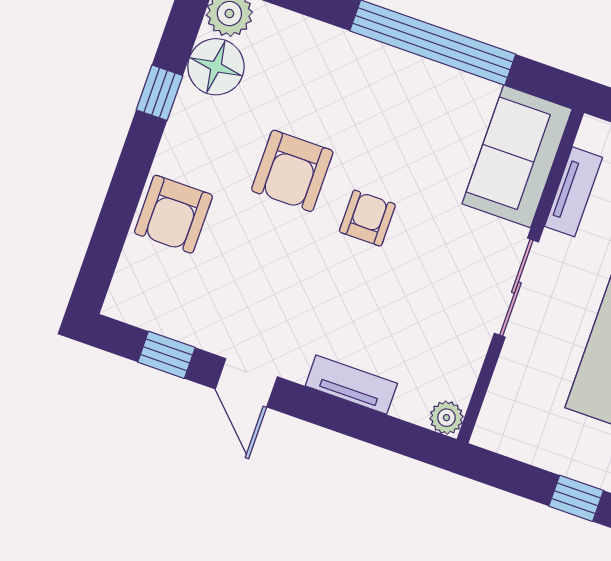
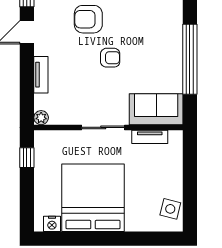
armchair: (292, 171) -> (88, 19), moved
window: (576, 498) -> (27, 158), moved

